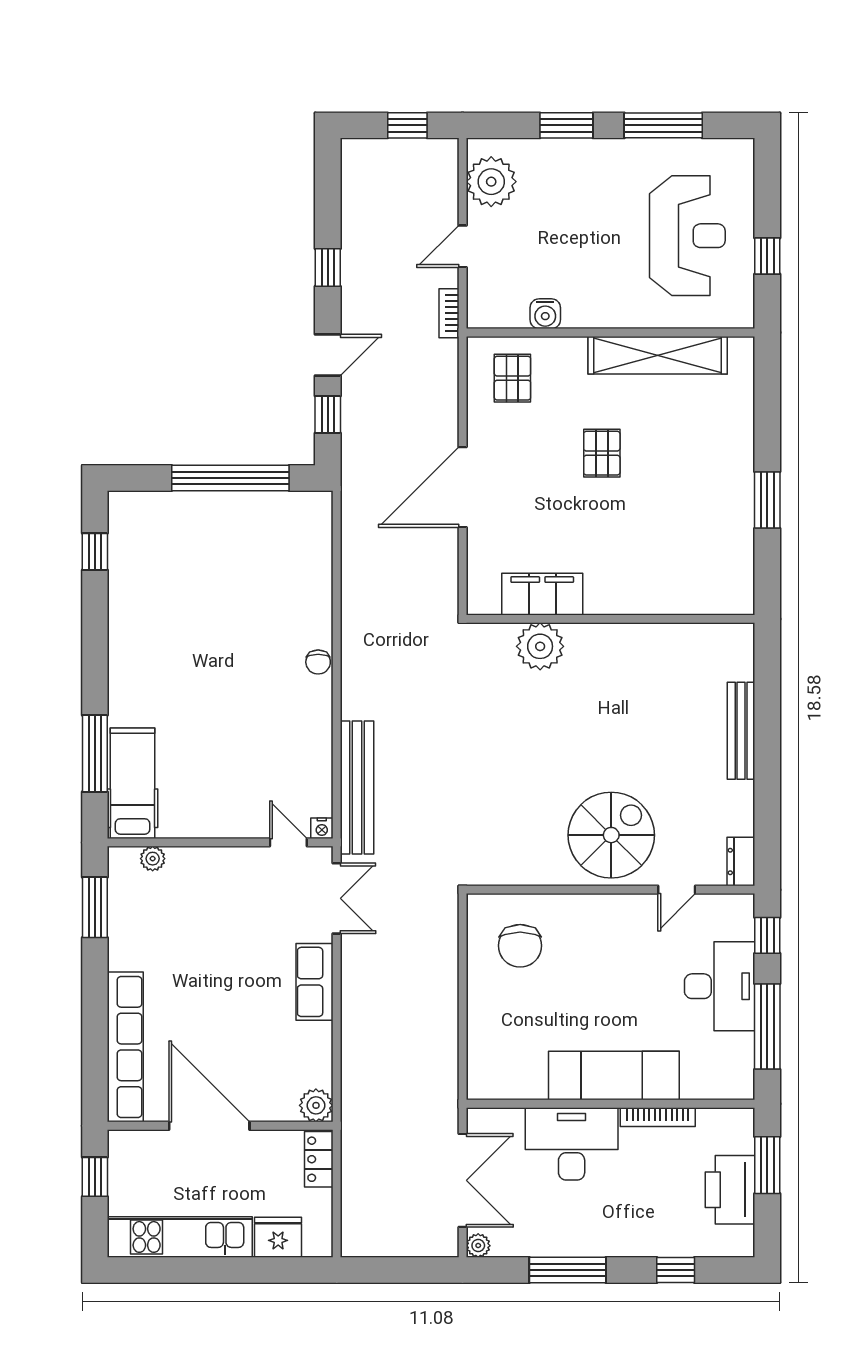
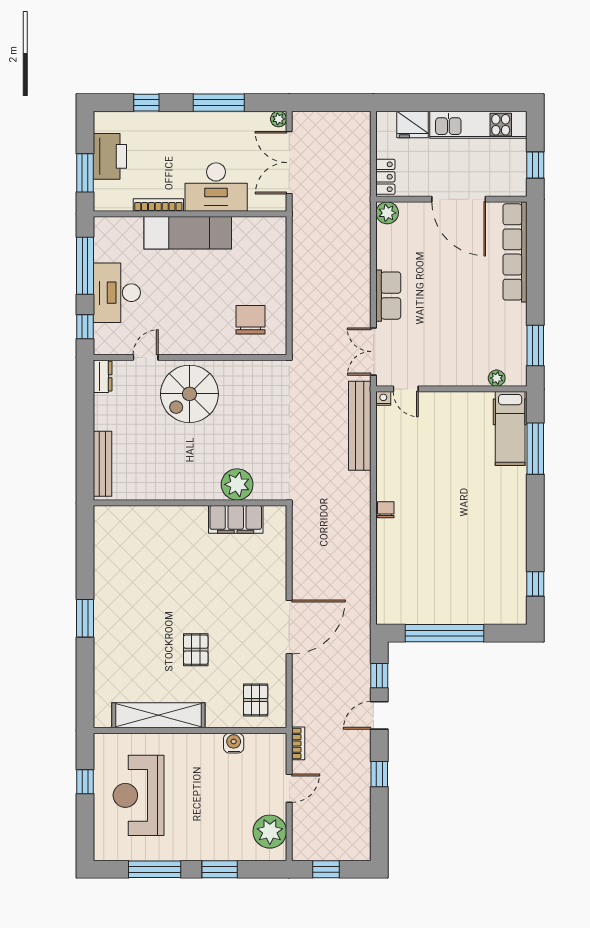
filing cabinet: (542, 594) -> (236, 519), moved
wall: (610, 619) -> (190, 503), moved
plant: (540, 646) -> (237, 484), moved

